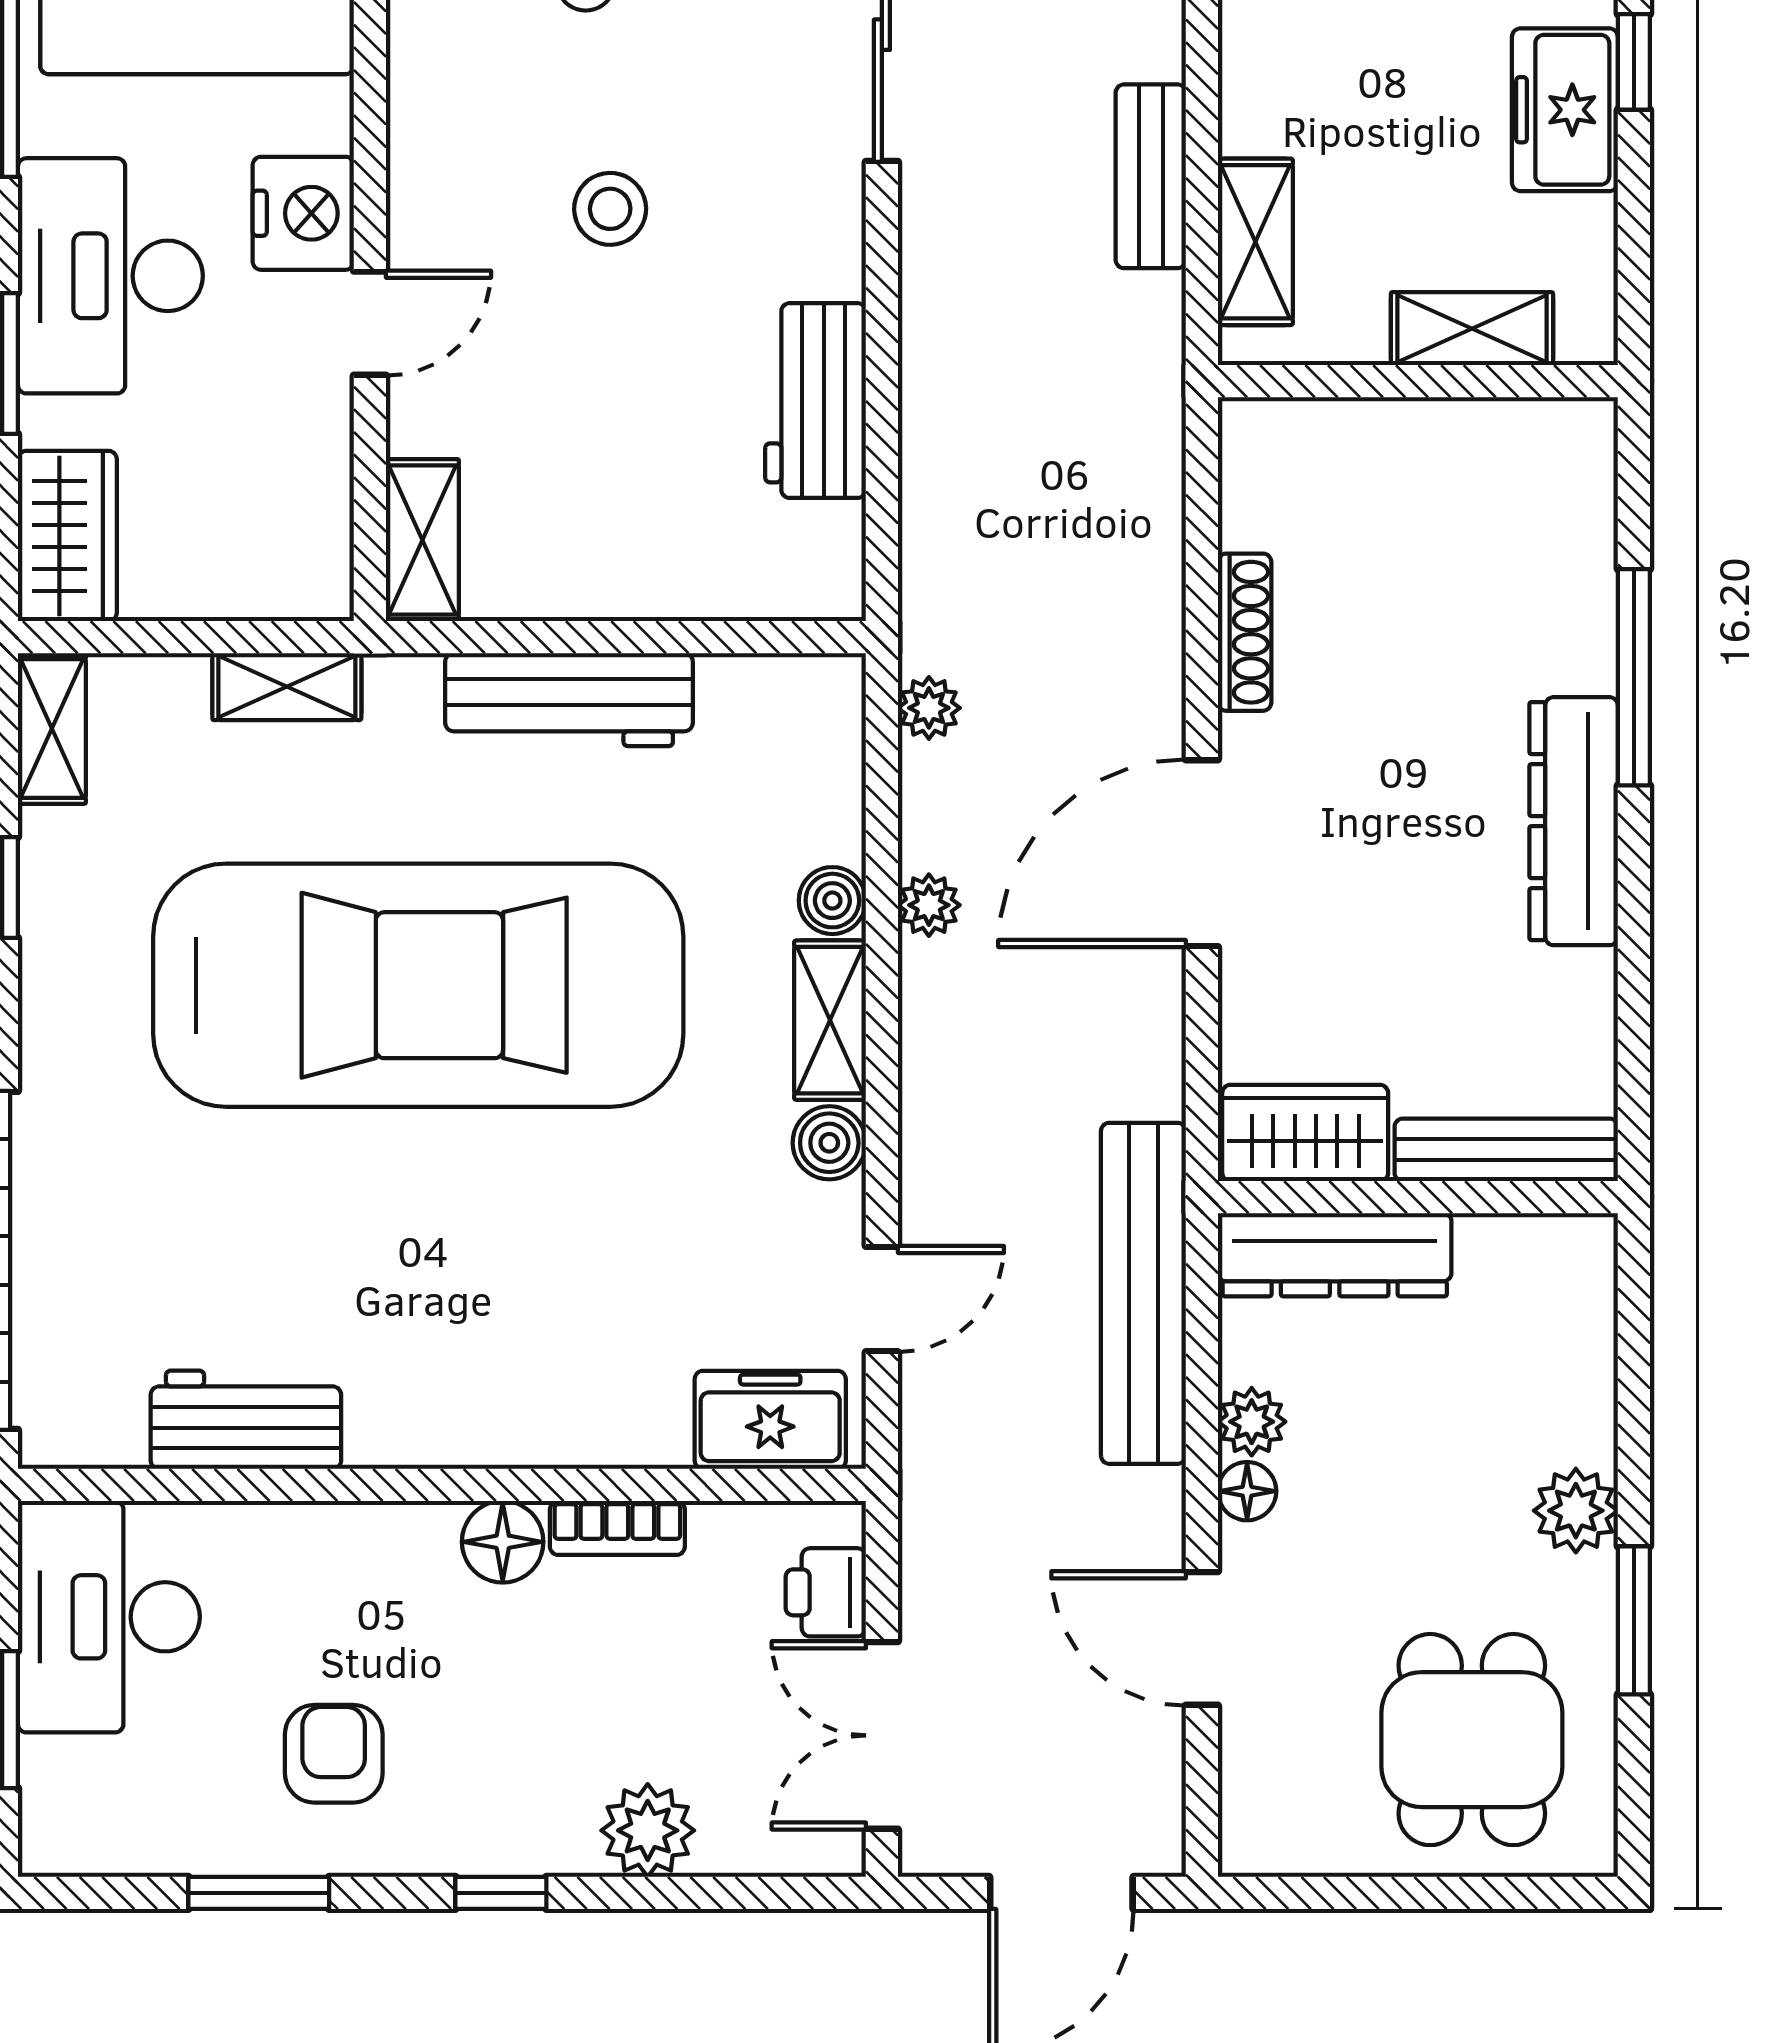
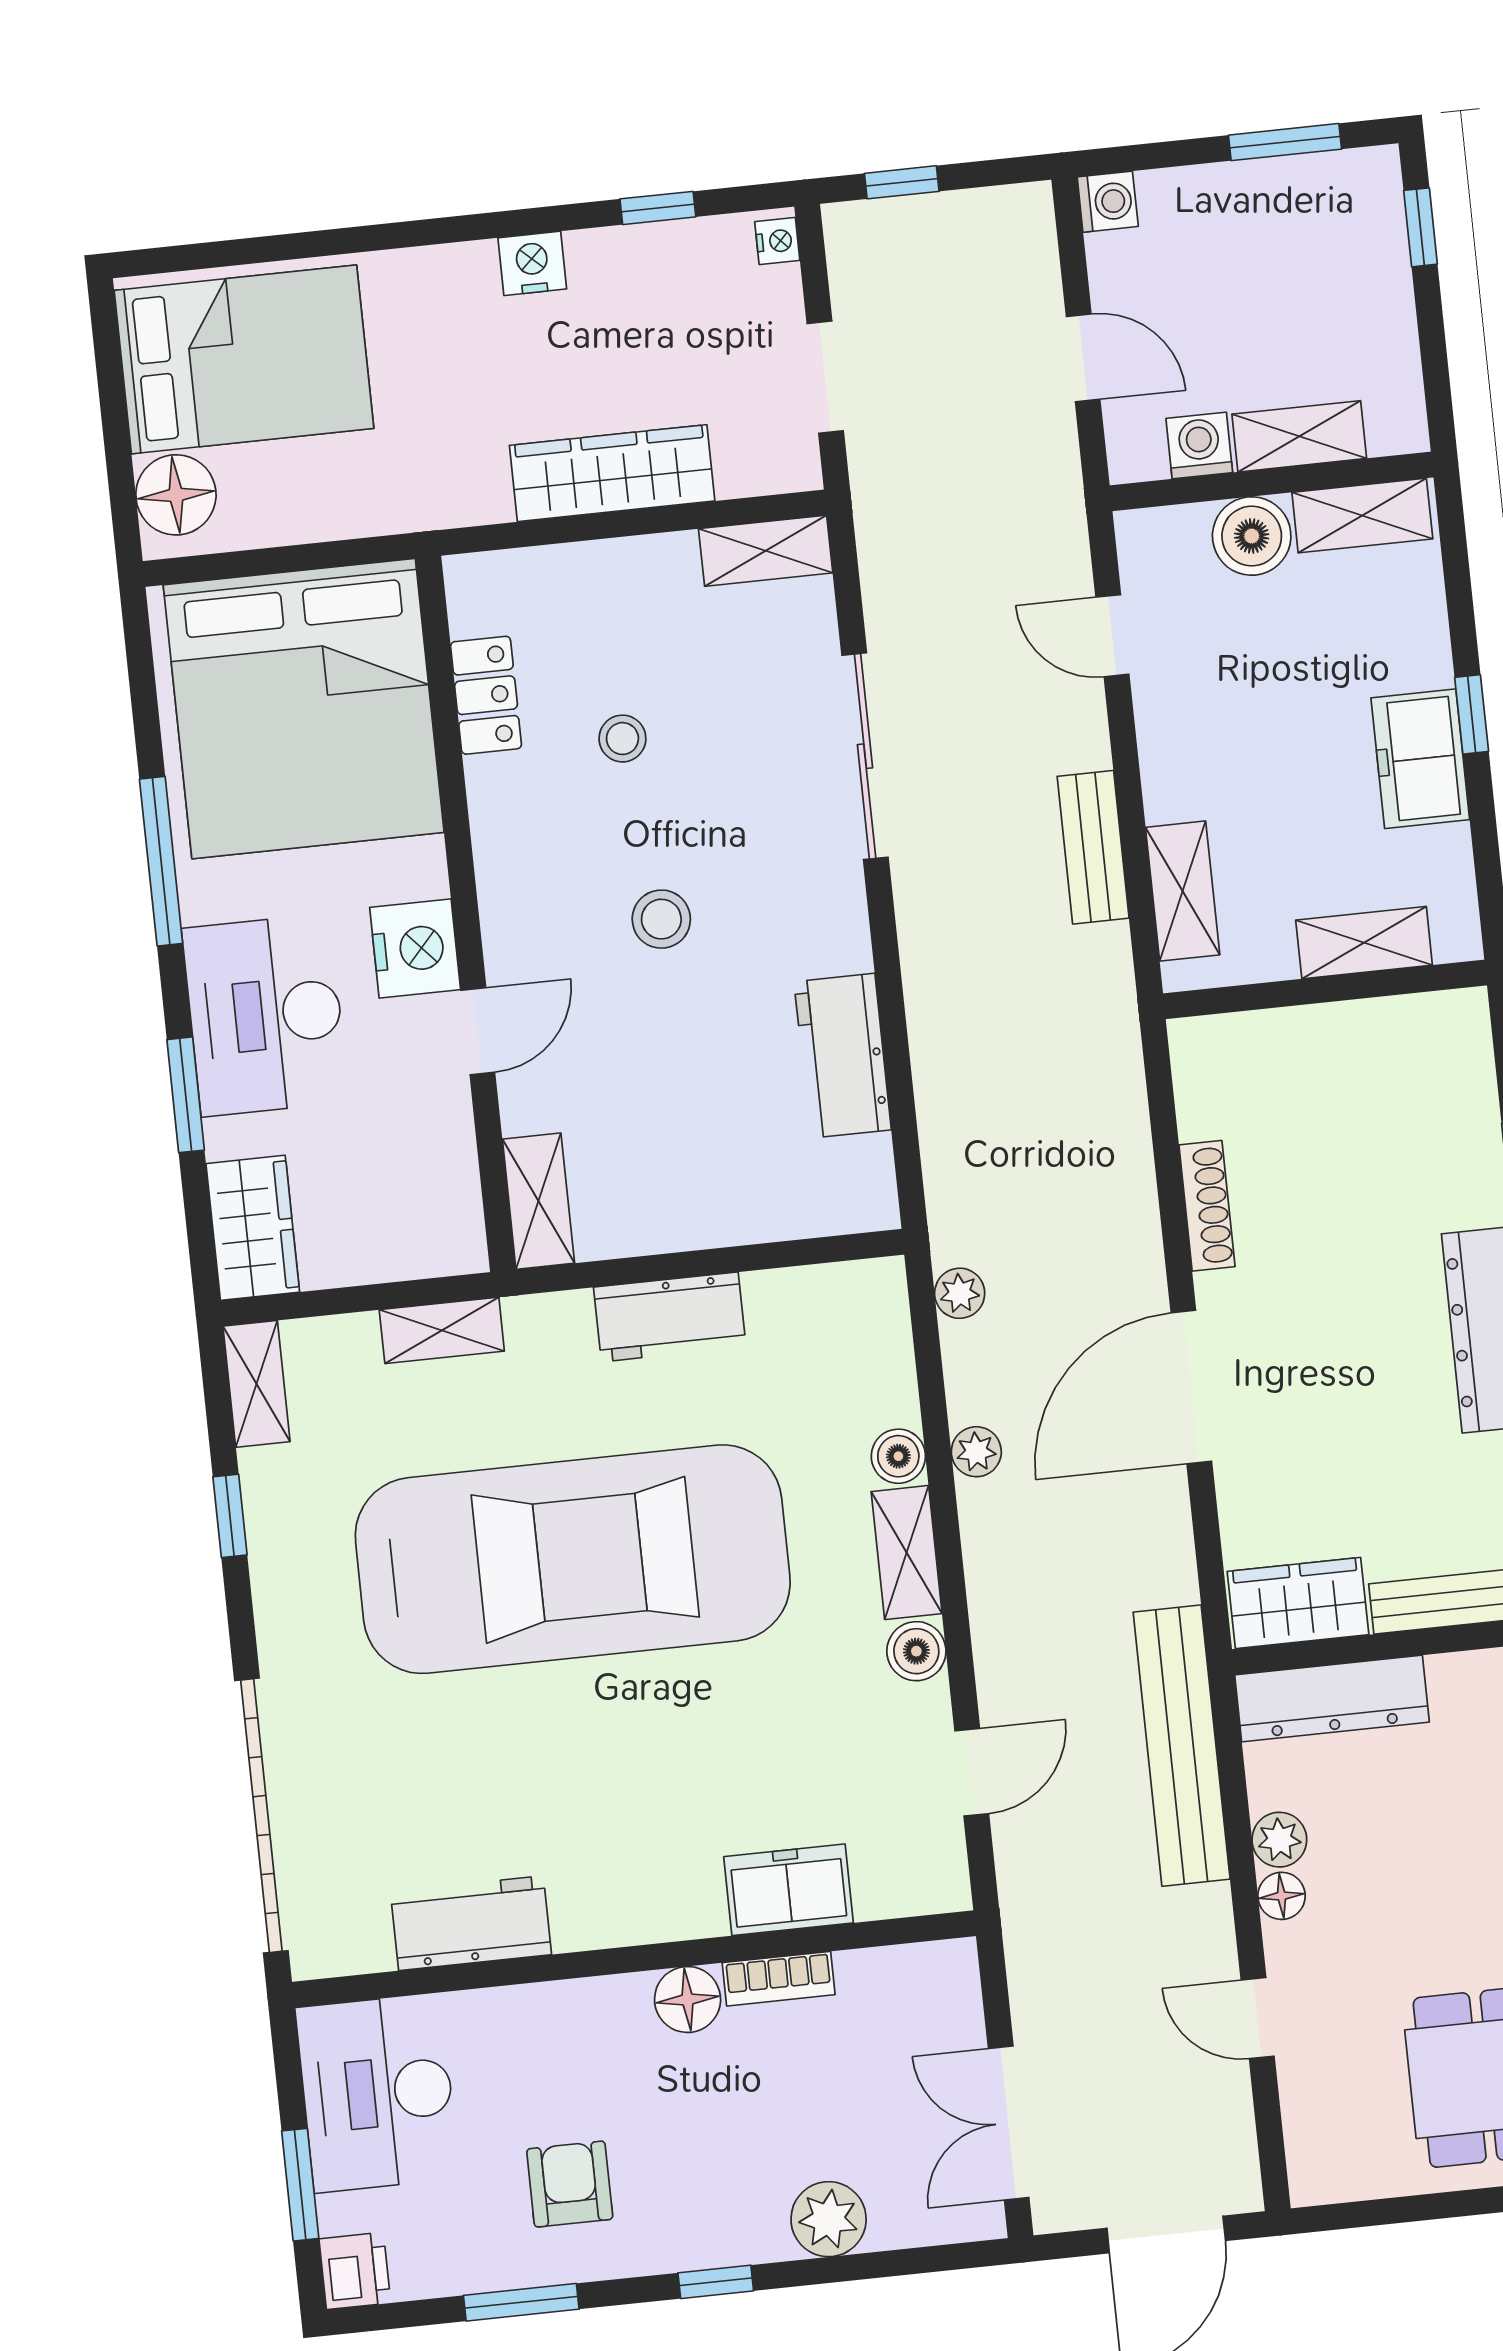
workbench: (569, 700) -> (670, 1317), width x0.73
freezer: (770, 1420) -> (789, 1890), moved
printer: (826, 1592) -> (355, 2271), moved, turned 180
door: (1202, 1638) -> (1258, 2018), width x0.73

